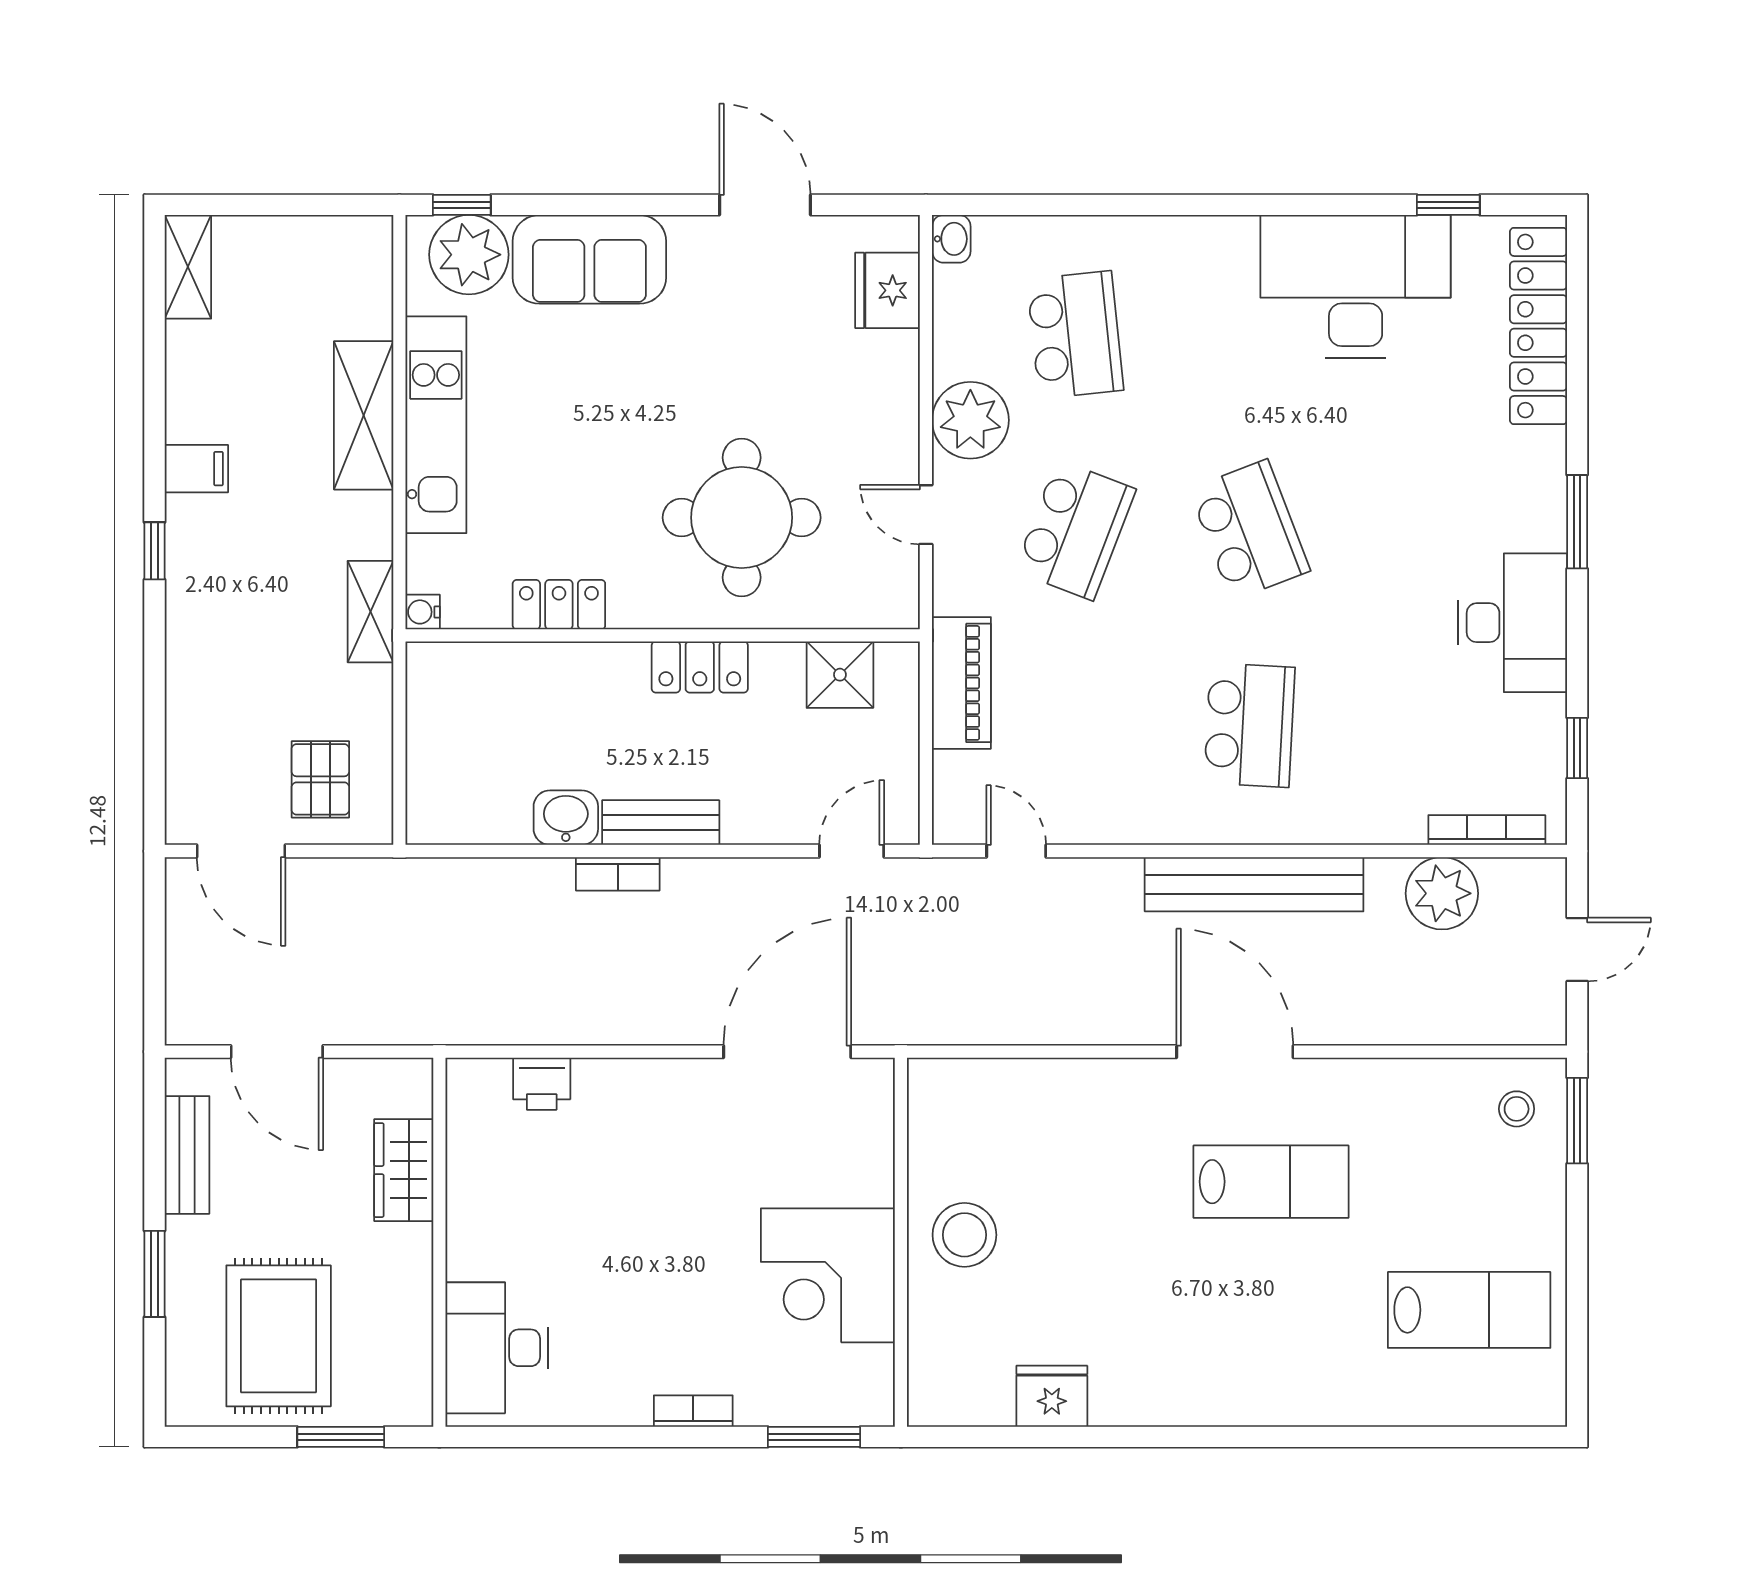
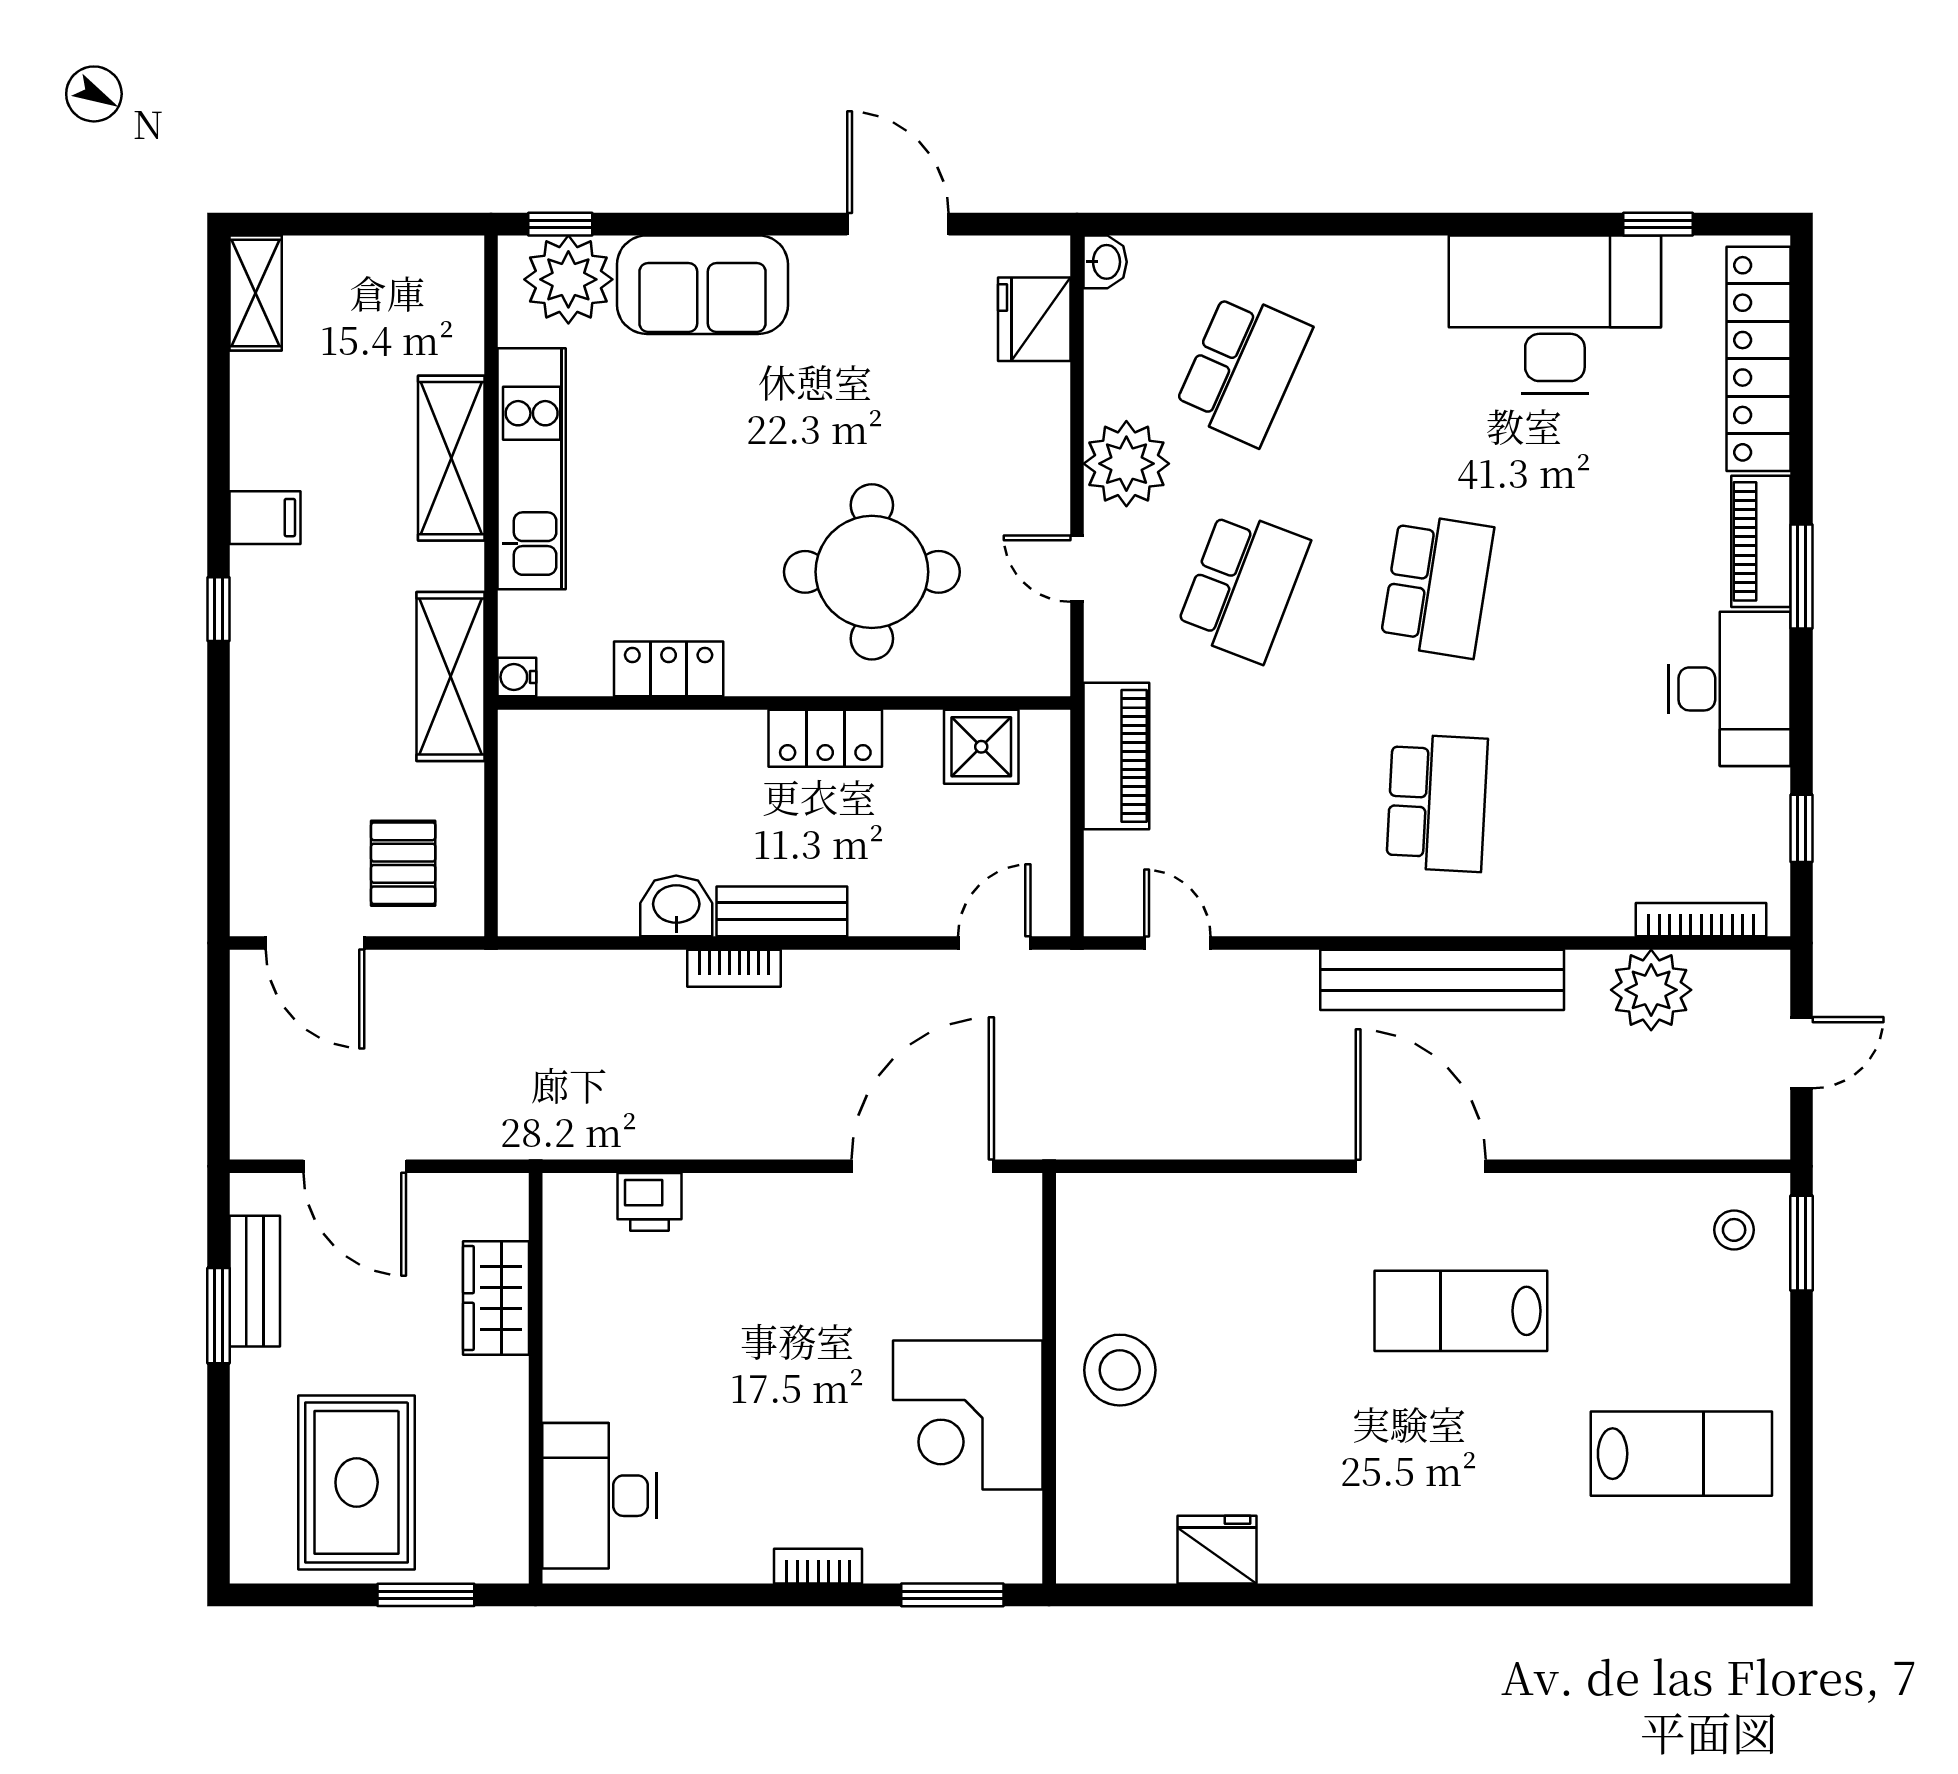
school desk: (1075, 335) -> (1243, 369), turned 30
piano: (1541, 490) -> (1761, 541), added
school desk: (1250, 530) -> (1437, 586), turned 30
shelving: (370, 612) -> (450, 677), width x1.50, depth x1.33
lab bench: (1271, 1182) -> (1461, 1311), turned 180
window: (154, 1274) -> (219, 1316), moved

